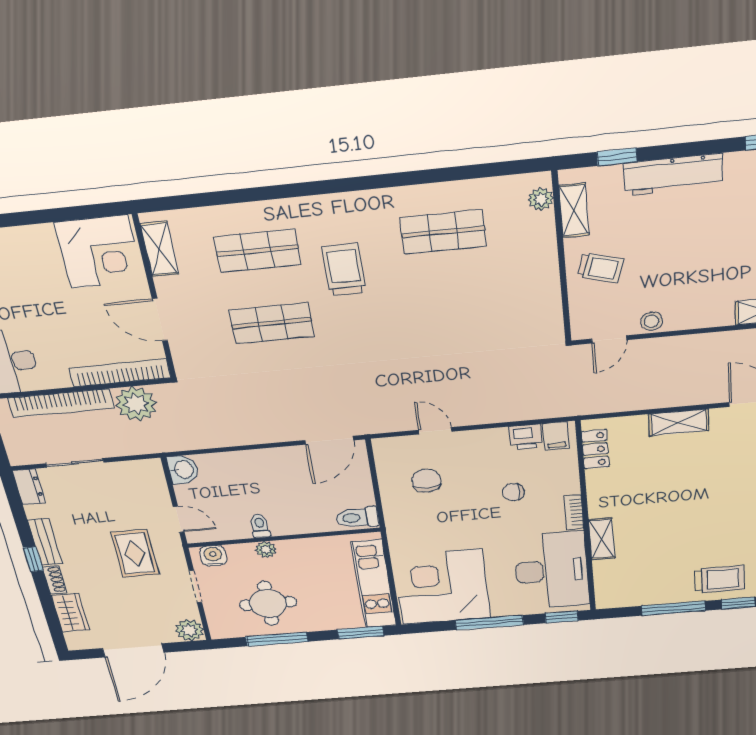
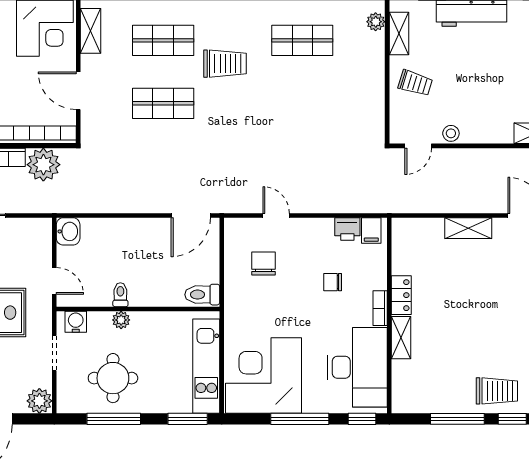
trolley: (344, 270) -> (225, 64), turned 90
locker: (595, 449) -> (401, 295), moved

